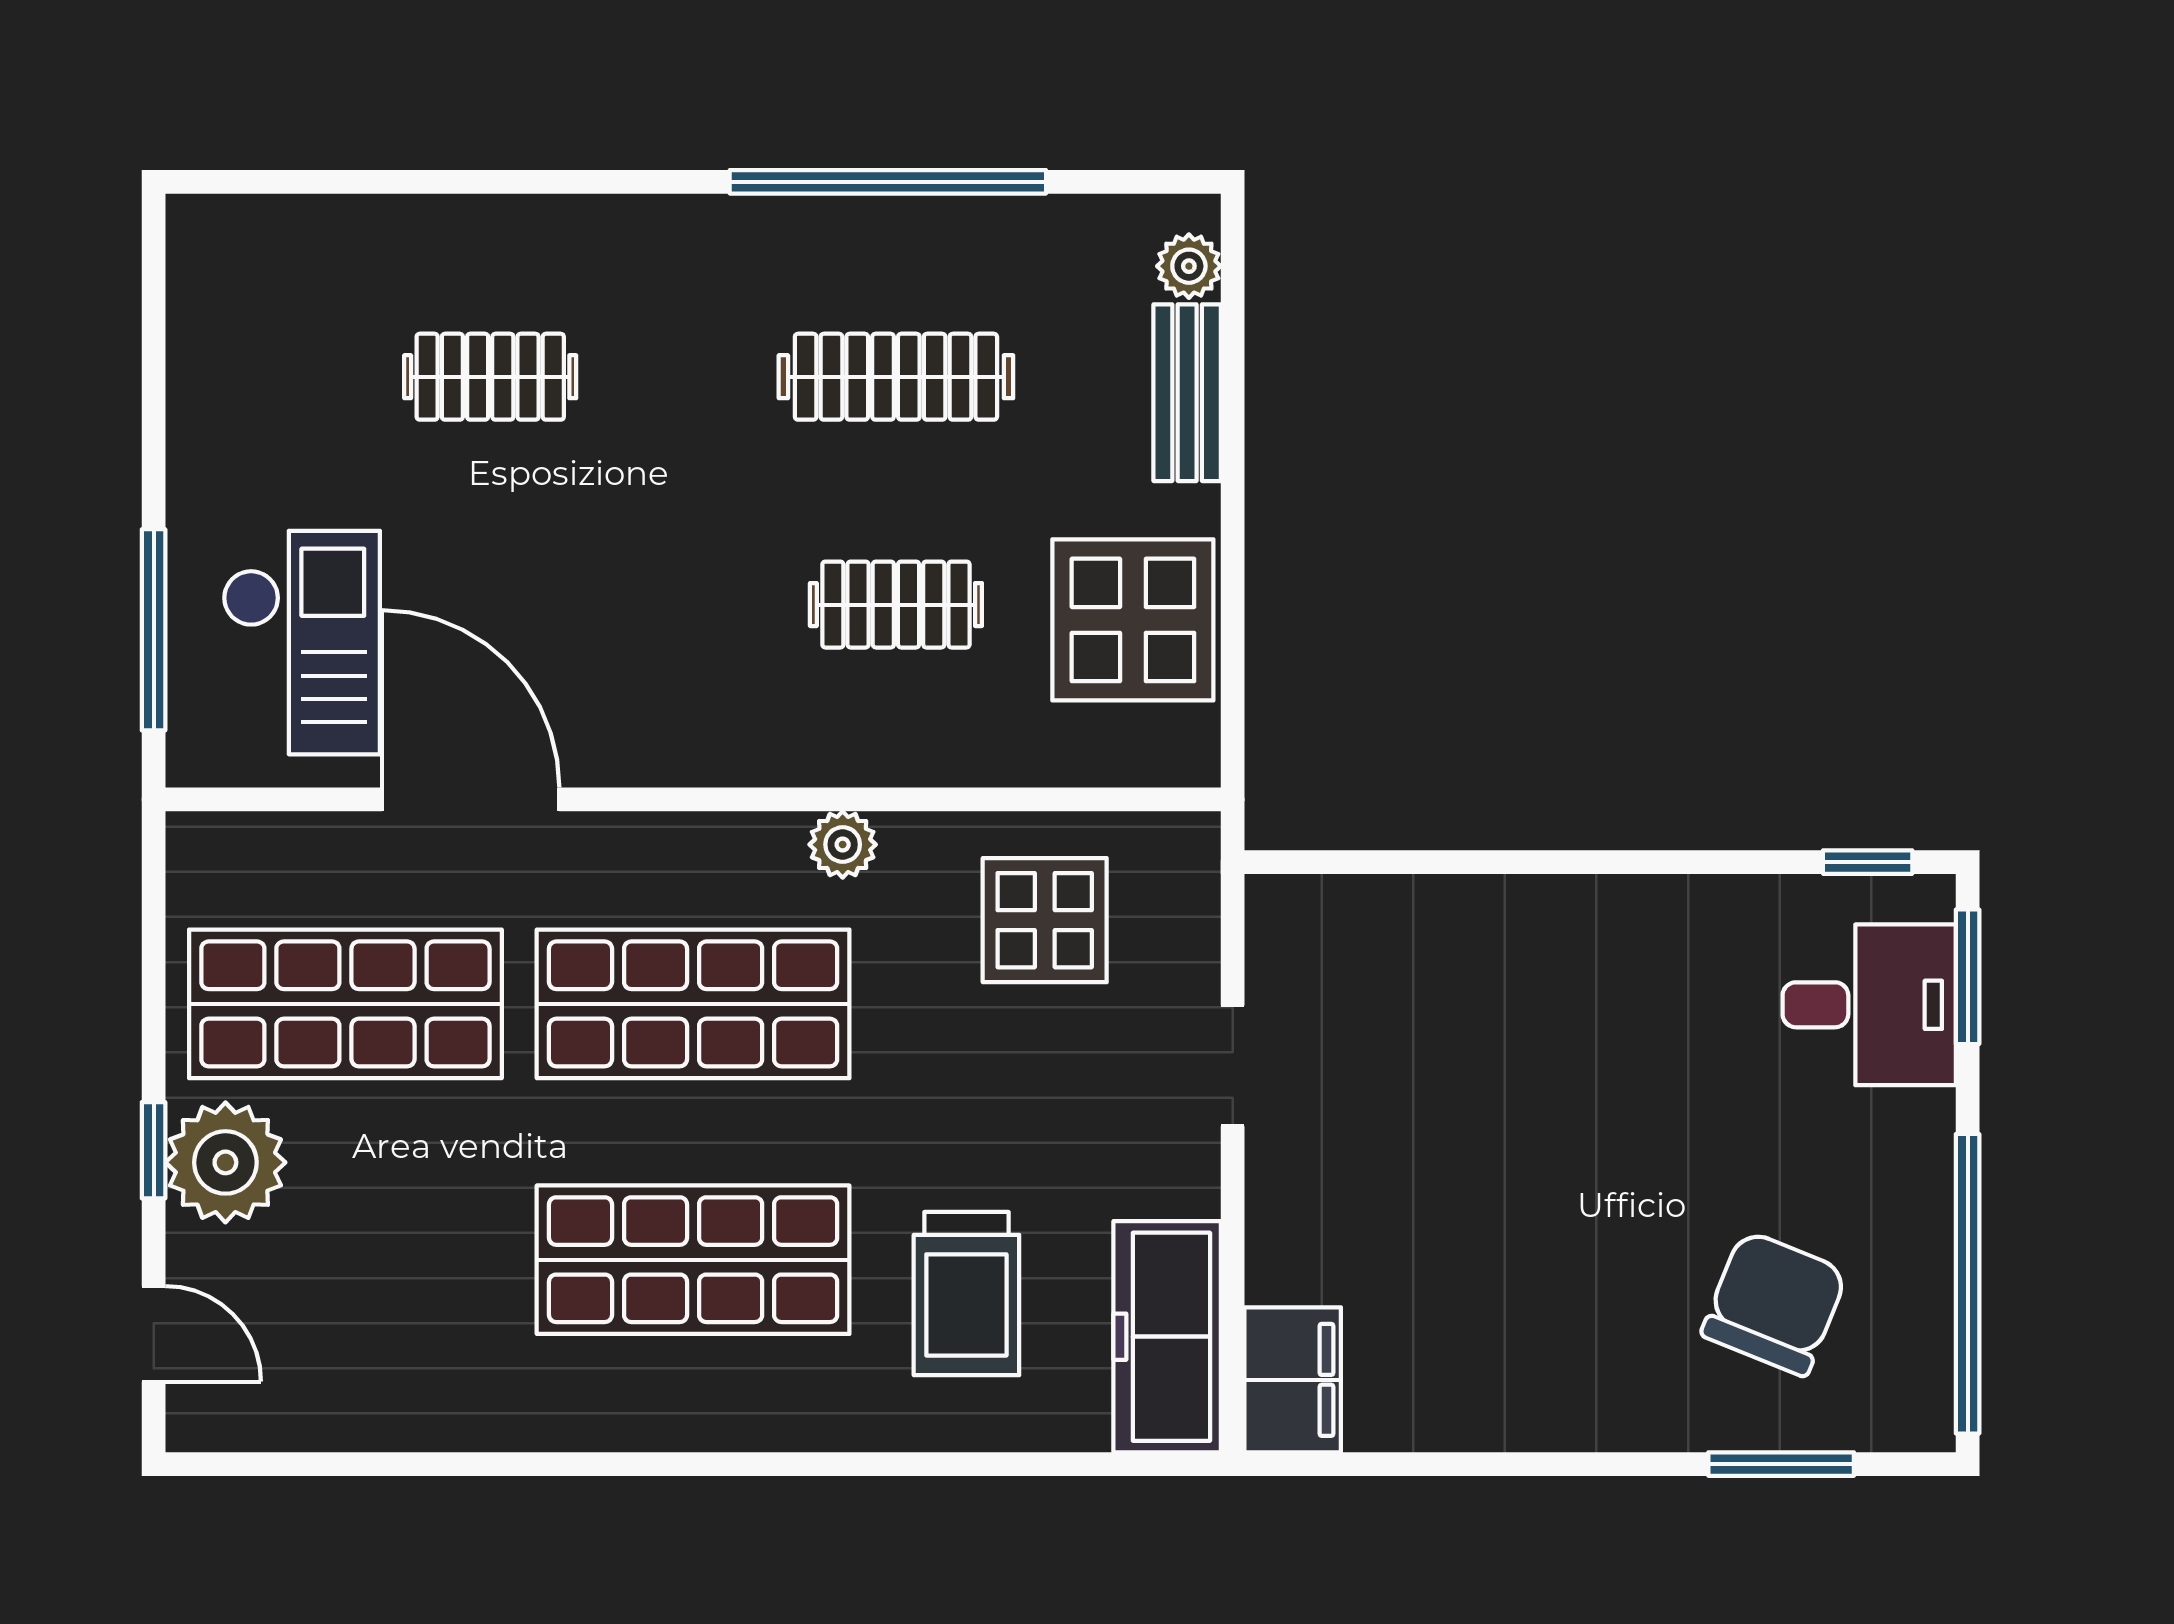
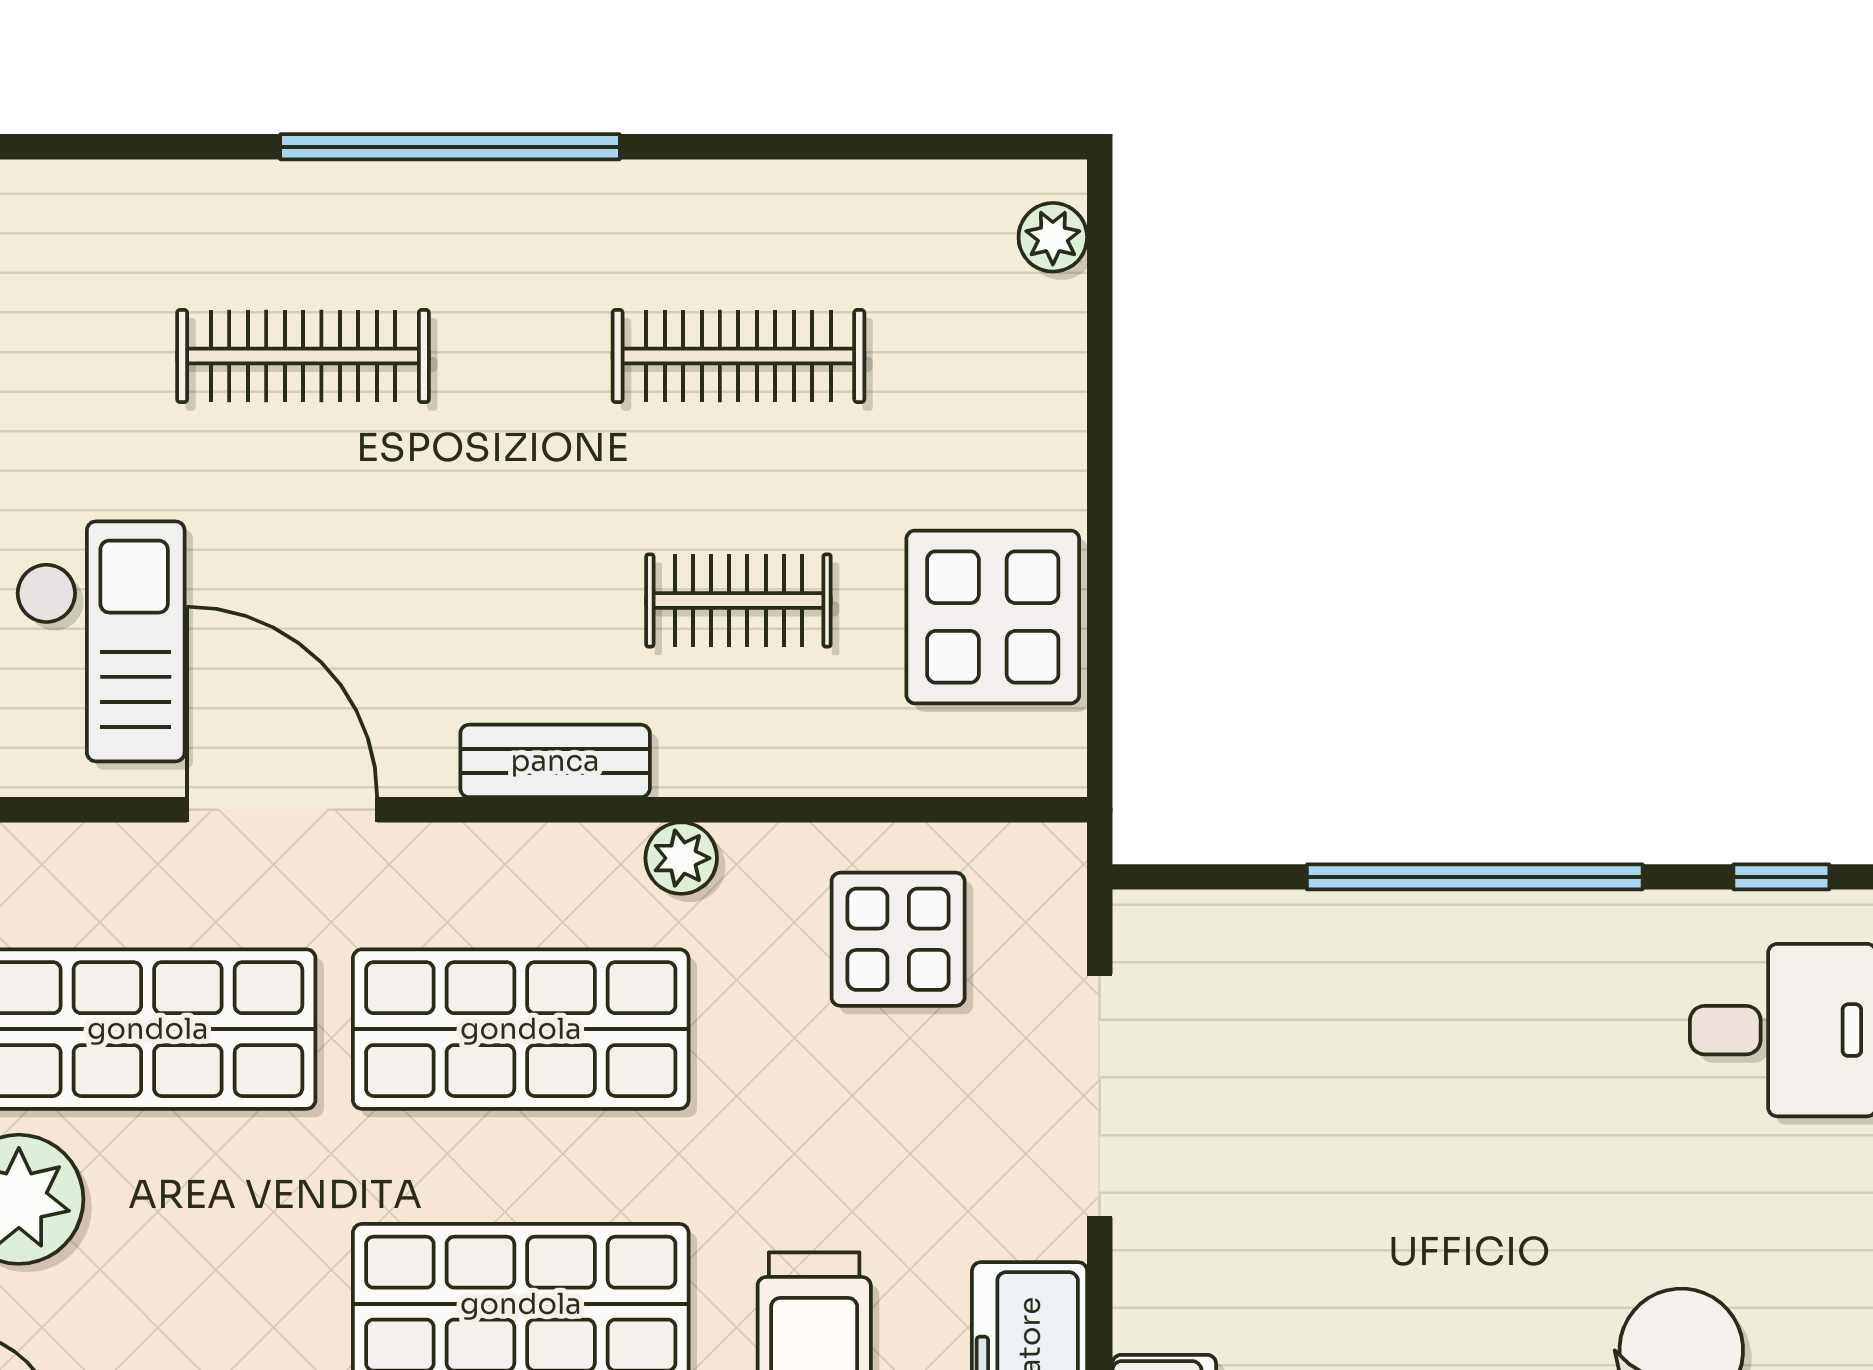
window: (888, 182) -> (450, 147), moved
clothes rail: (490, 377) -> (303, 356), width x1.36
bench: (1187, 393) -> (555, 761), moved, turned 90
window: (1582, 862) -> (1475, 877), added
doorway: (1233, 1066) -> (1100, 1096), width x1.88

